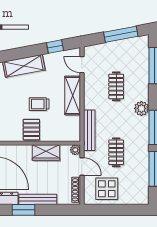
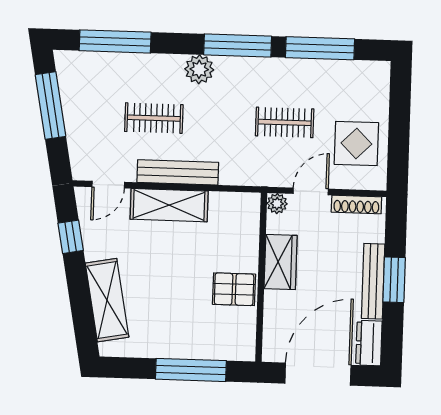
trolley: (39, 104) -> (184, 272), removed
bench: (89, 130) -> (178, 172), moved
window: (23, 210) -> (394, 280), moved

